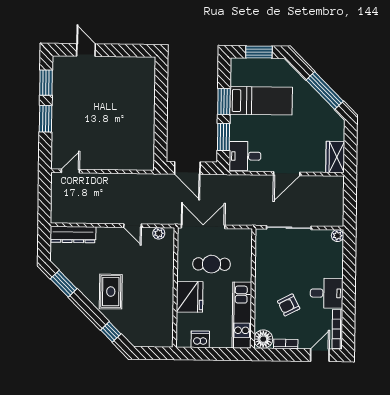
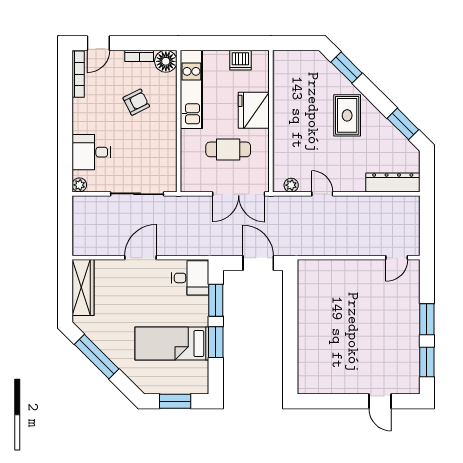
wardrobe: (335, 157) -> (83, 287), width x1.50
desk: (327, 293) -> (91, 152), moved
window: (111, 332) -> (347, 68), width x1.50

